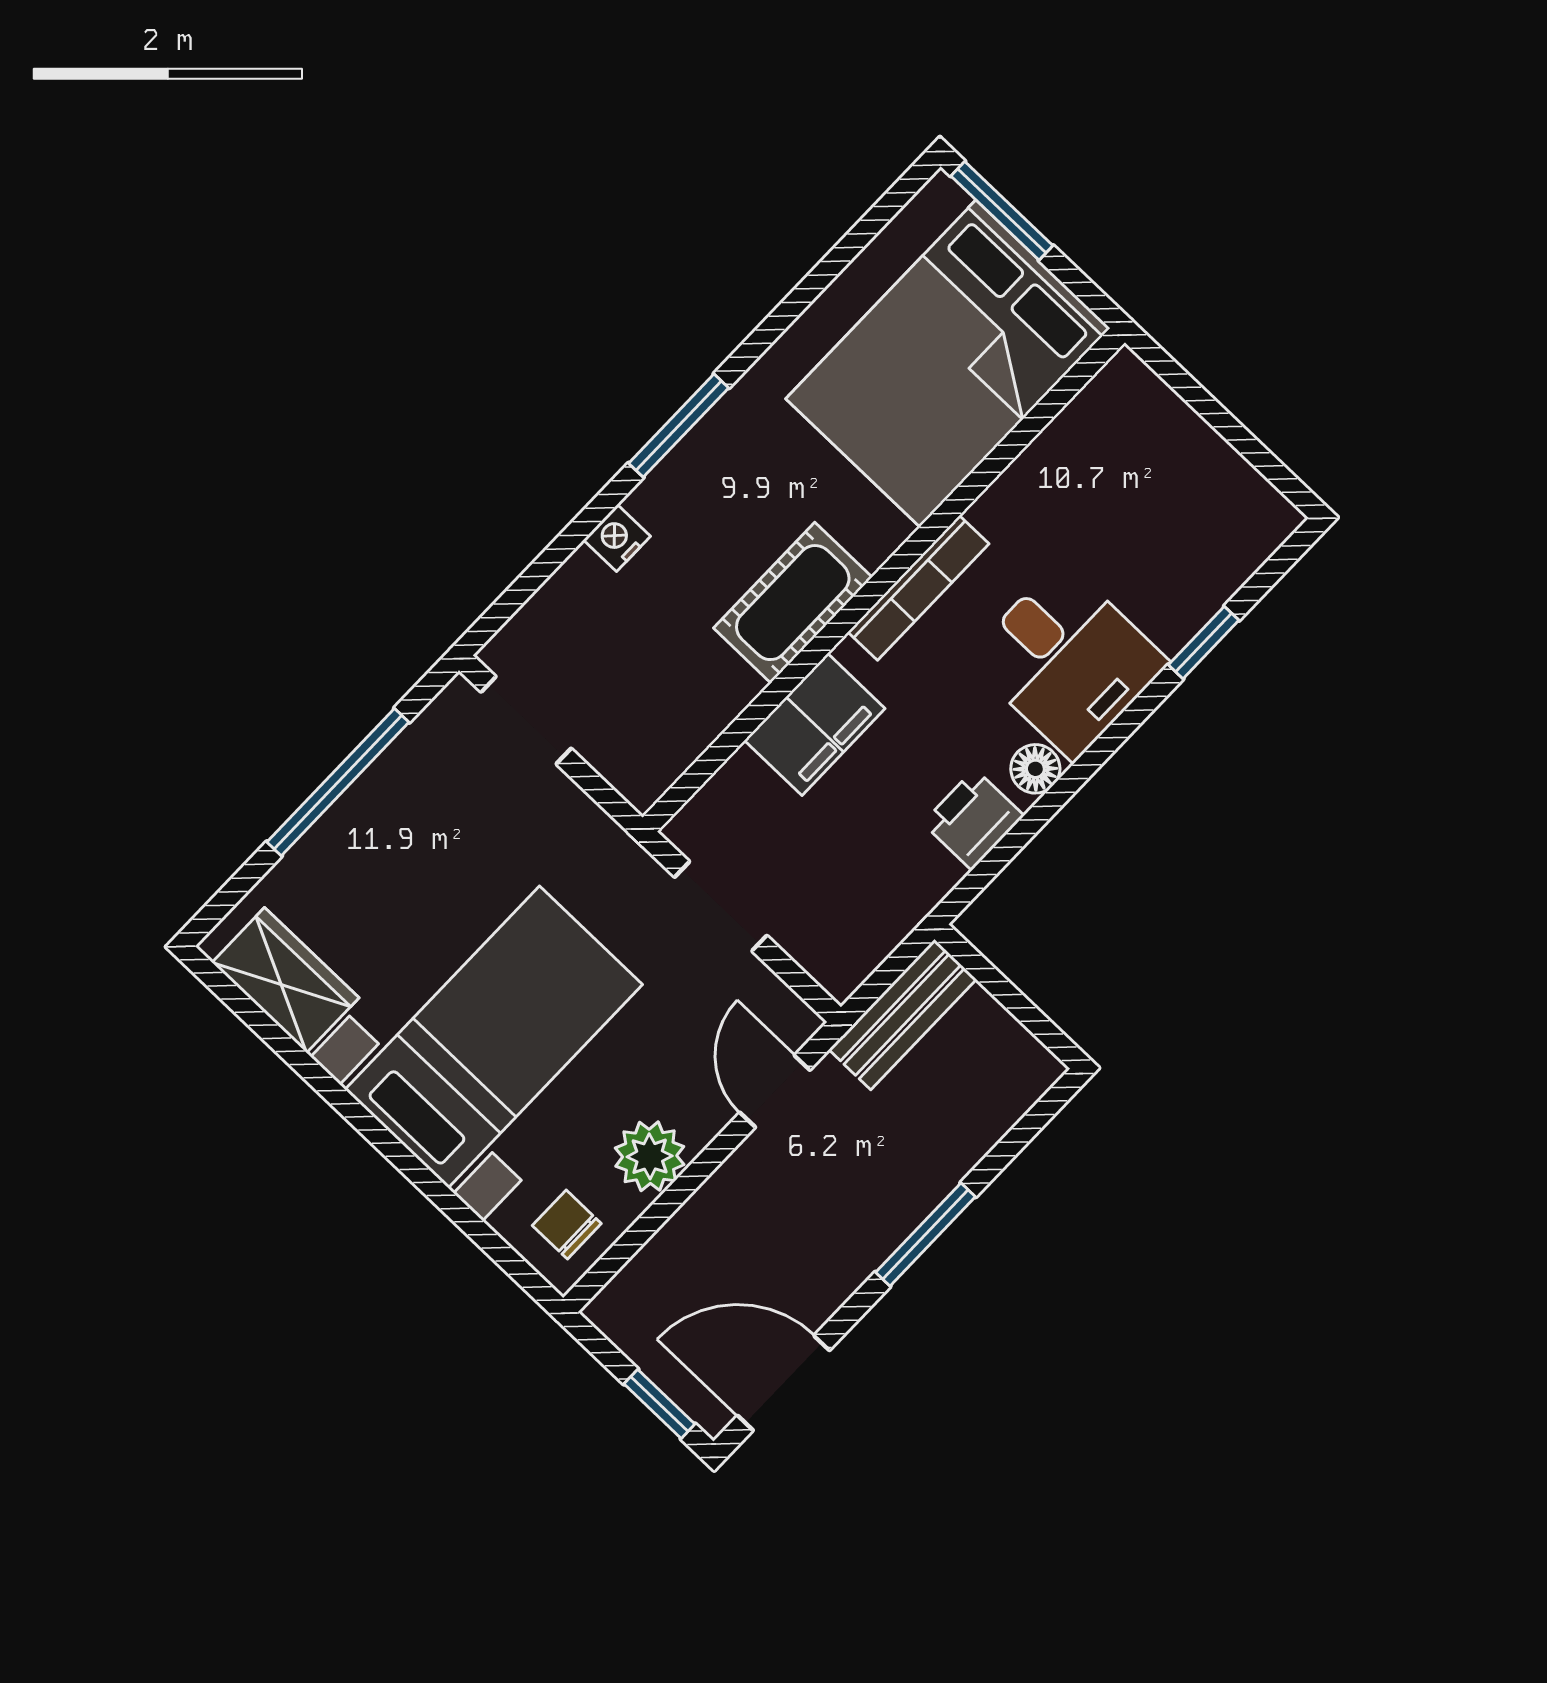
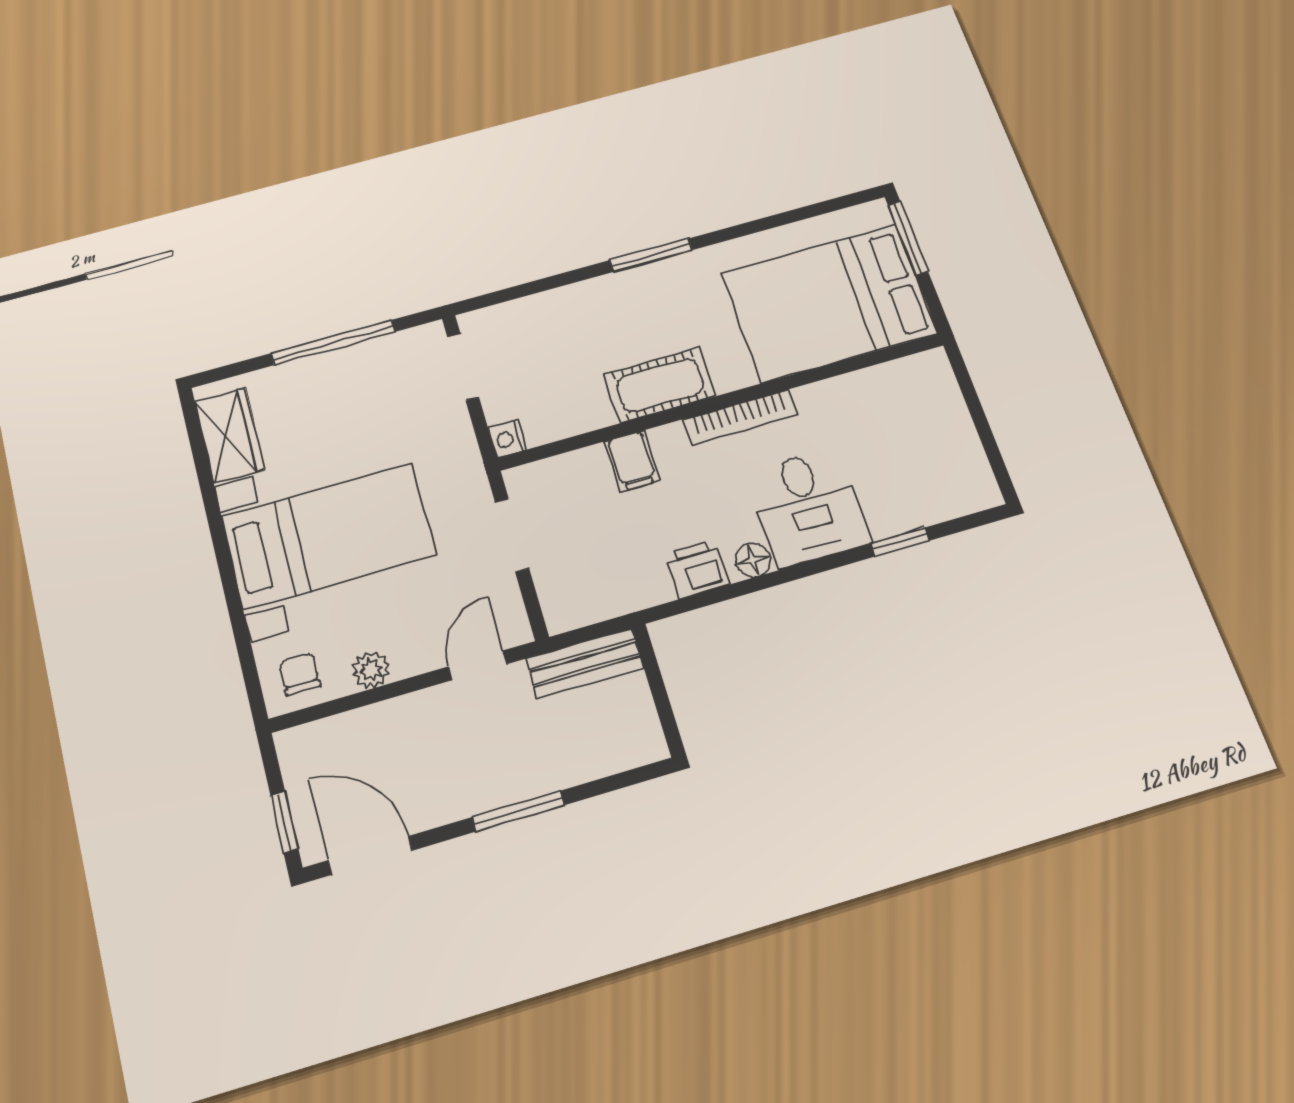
nightstand: (617, 538) -> (508, 439), moved, turned -90
filing cabinet: (815, 724) -> (632, 461), width x0.50
plant: (650, 1156) -> (371, 670), width x0.73, depth x0.73

